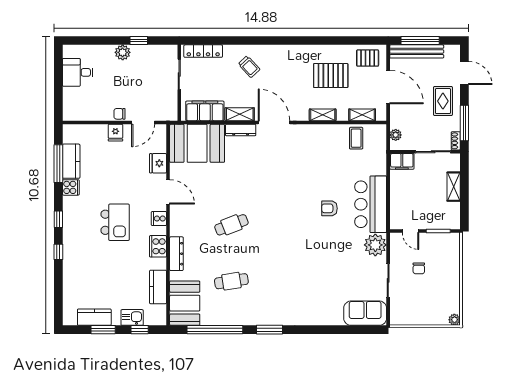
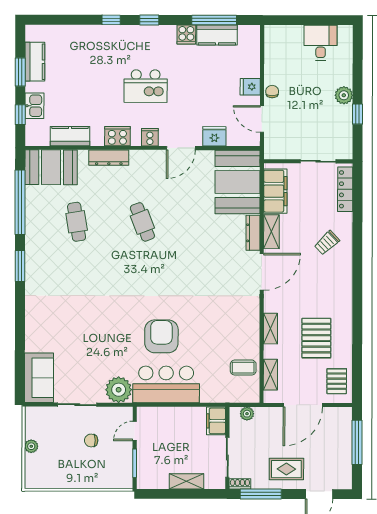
bench: (417, 51) -> (344, 438), removed
armchair: (329, 208) -> (161, 336), width x1.88, depth x1.88
plant: (454, 320) -> (31, 446), moved

